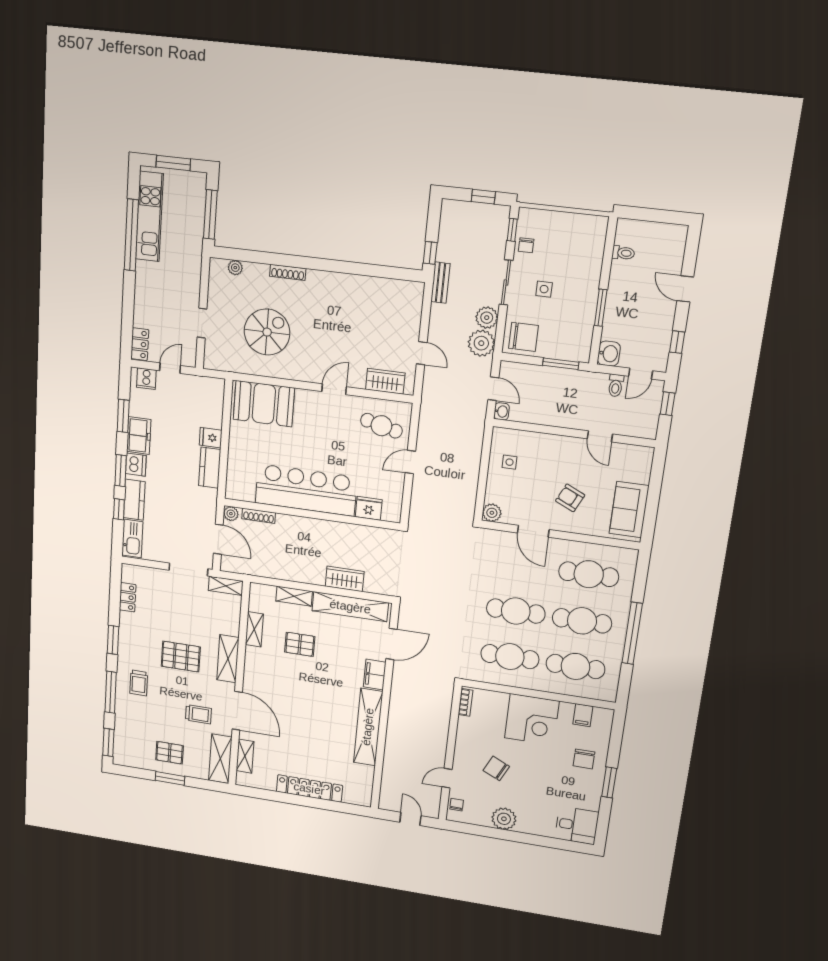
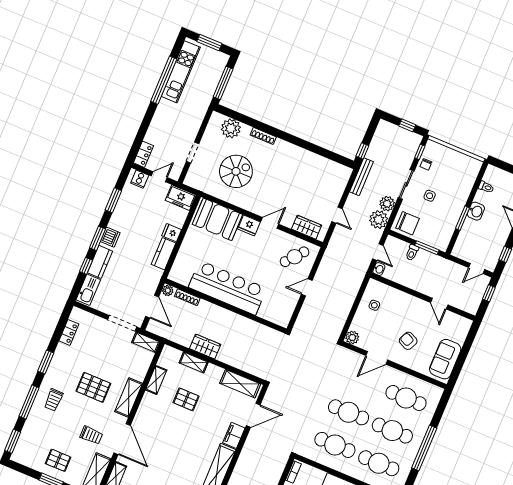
plant: (235, 268) -> (231, 128), width x1.87, depth x1.87
bench: (440, 283) -> (361, 177), width x1.36
washbasin: (609, 354) -> (476, 211), moved
toilet: (616, 385) -> (412, 253), moved
cafe table: (381, 426) -> (295, 257), turned -64
freezer: (139, 436) -> (181, 198), moved, turned 90
fridge: (369, 508) -> (249, 225), moved, turned 180
door: (533, 531) -> (377, 358), hinge flipped
wardrobe: (345, 579) -> (205, 346), moved
shelving: (350, 607) -> (240, 384), width x0.68

